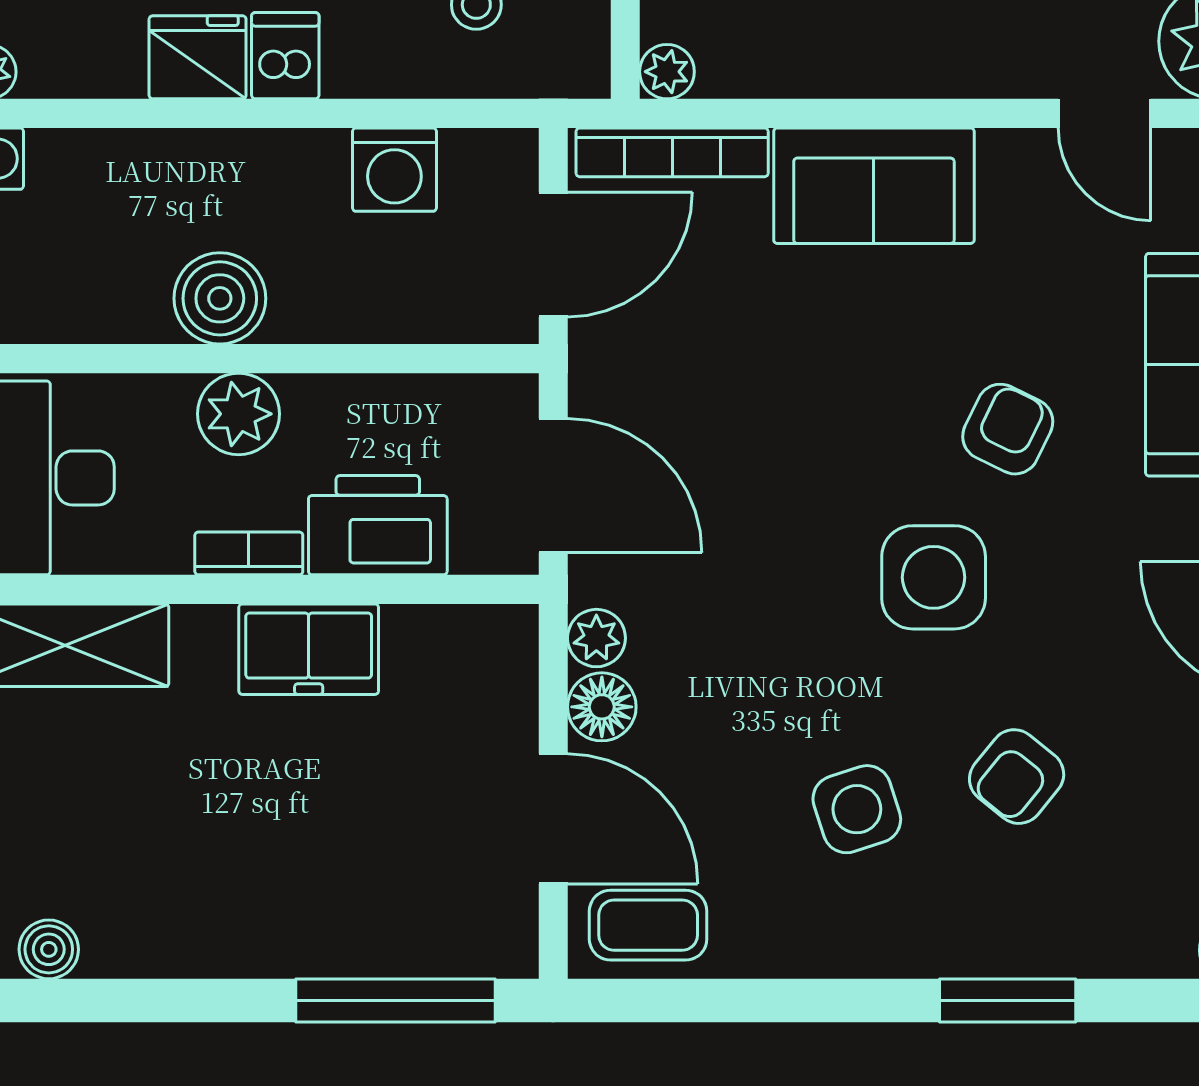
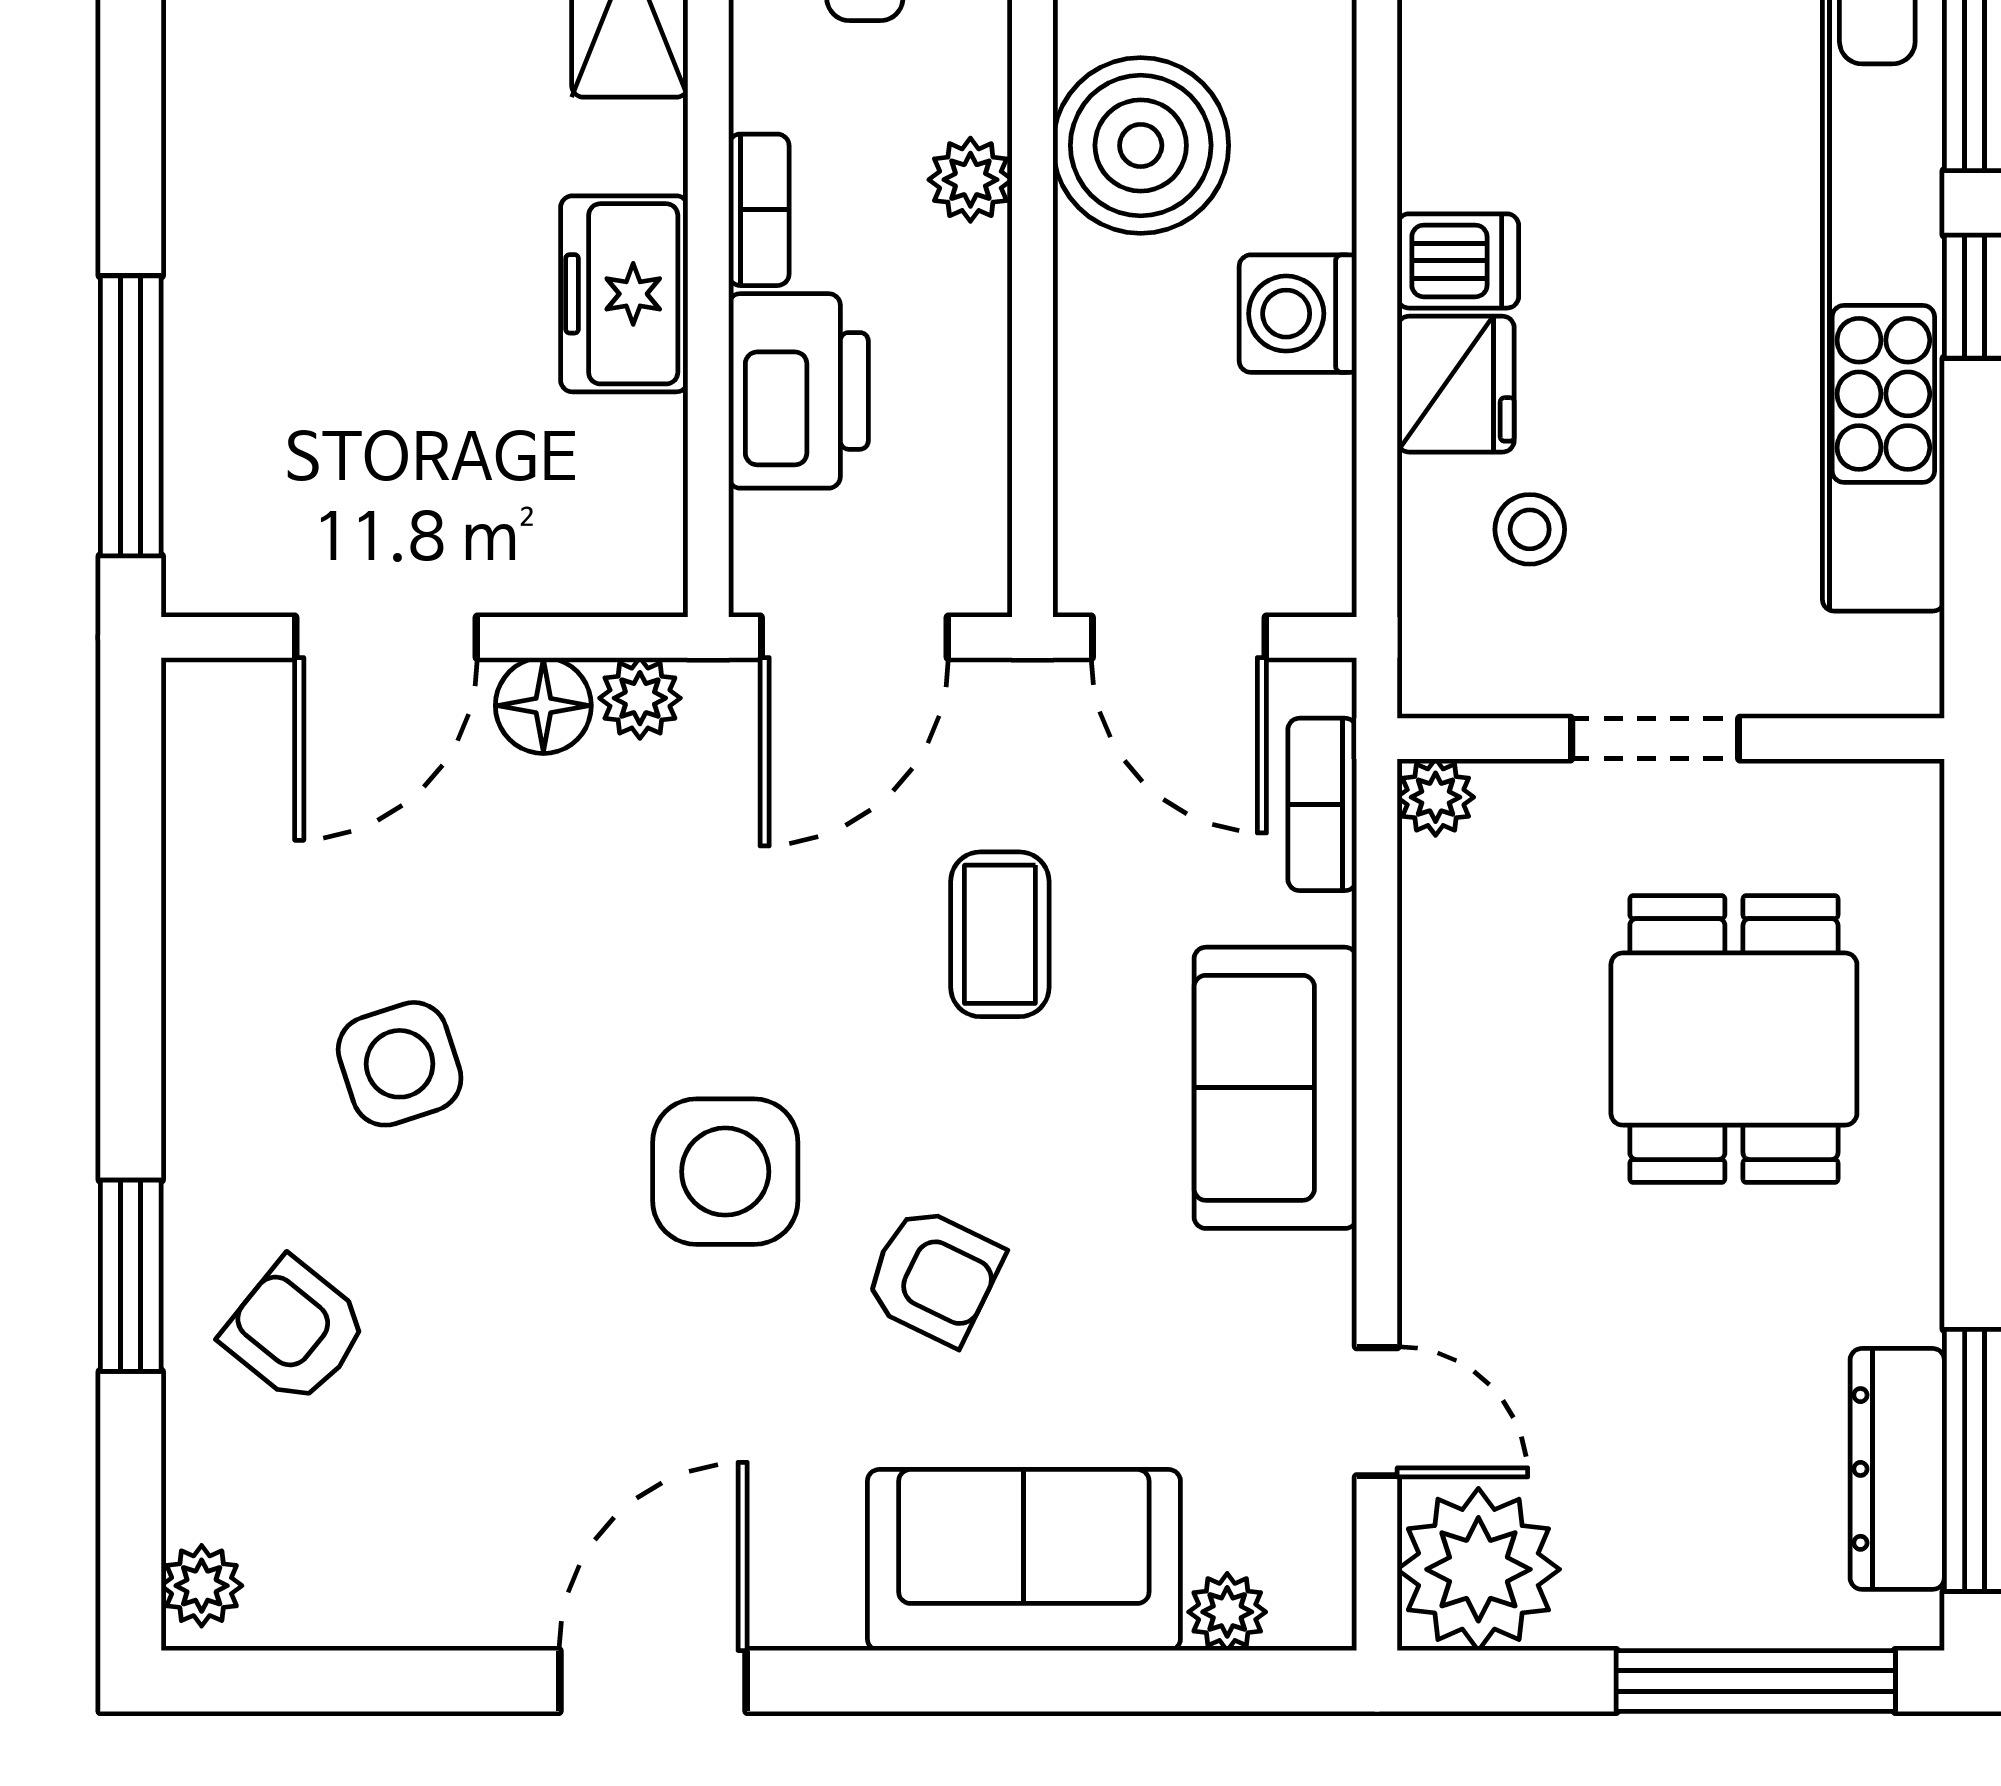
fridge: (198, 57) -> (1456, 384), moved
door: (1105, 113) -> (1377, 1412), swing flipped
bookcase: (672, 152) -> (1322, 804), width x0.64
washing machine: (394, 170) -> (1298, 314), moved
boiler: (220, 298) -> (1141, 145), width x1.37, depth x1.37
plant: (239, 414) -> (970, 180), width x0.73, depth x0.73
armchair: (1017, 777) -> (295, 1331), moved
coffee table: (648, 925) -> (1000, 934), moved

